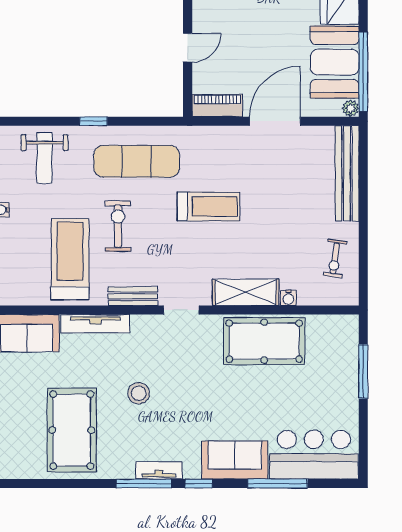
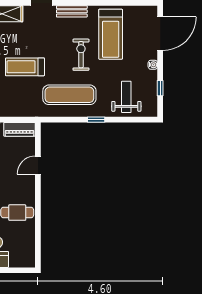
exercise bike: (118, 226) -> (81, 55), turned 180

